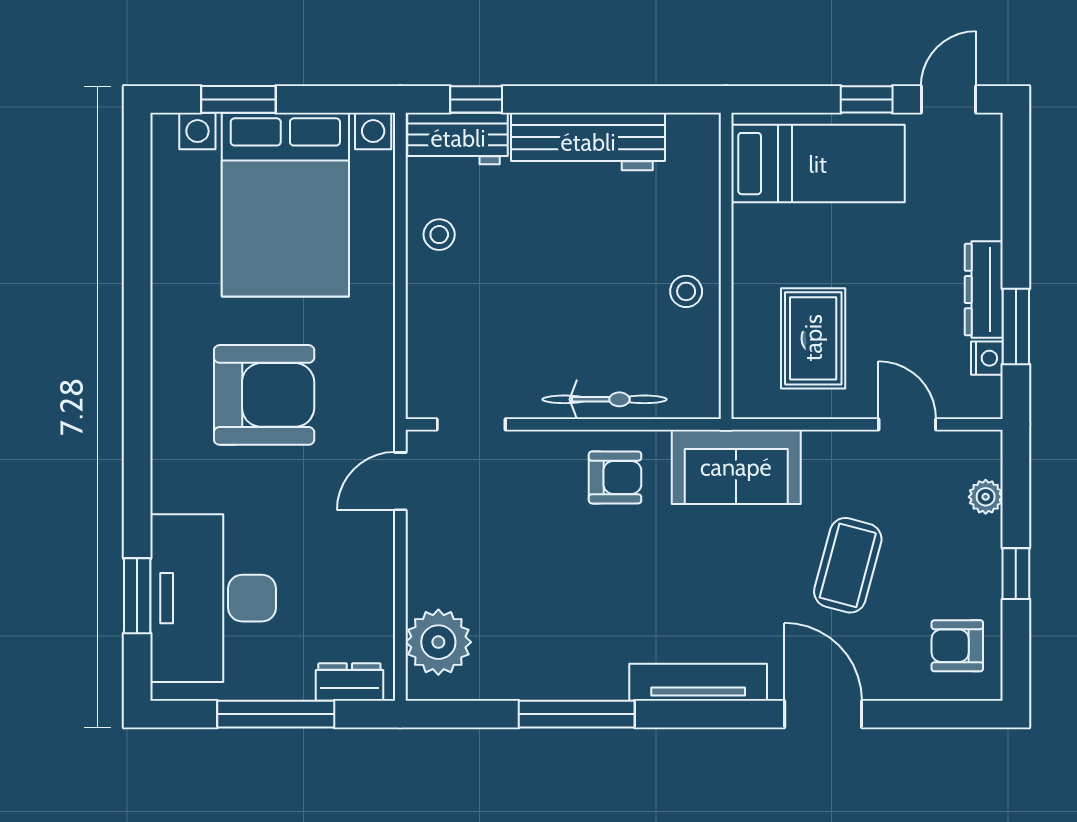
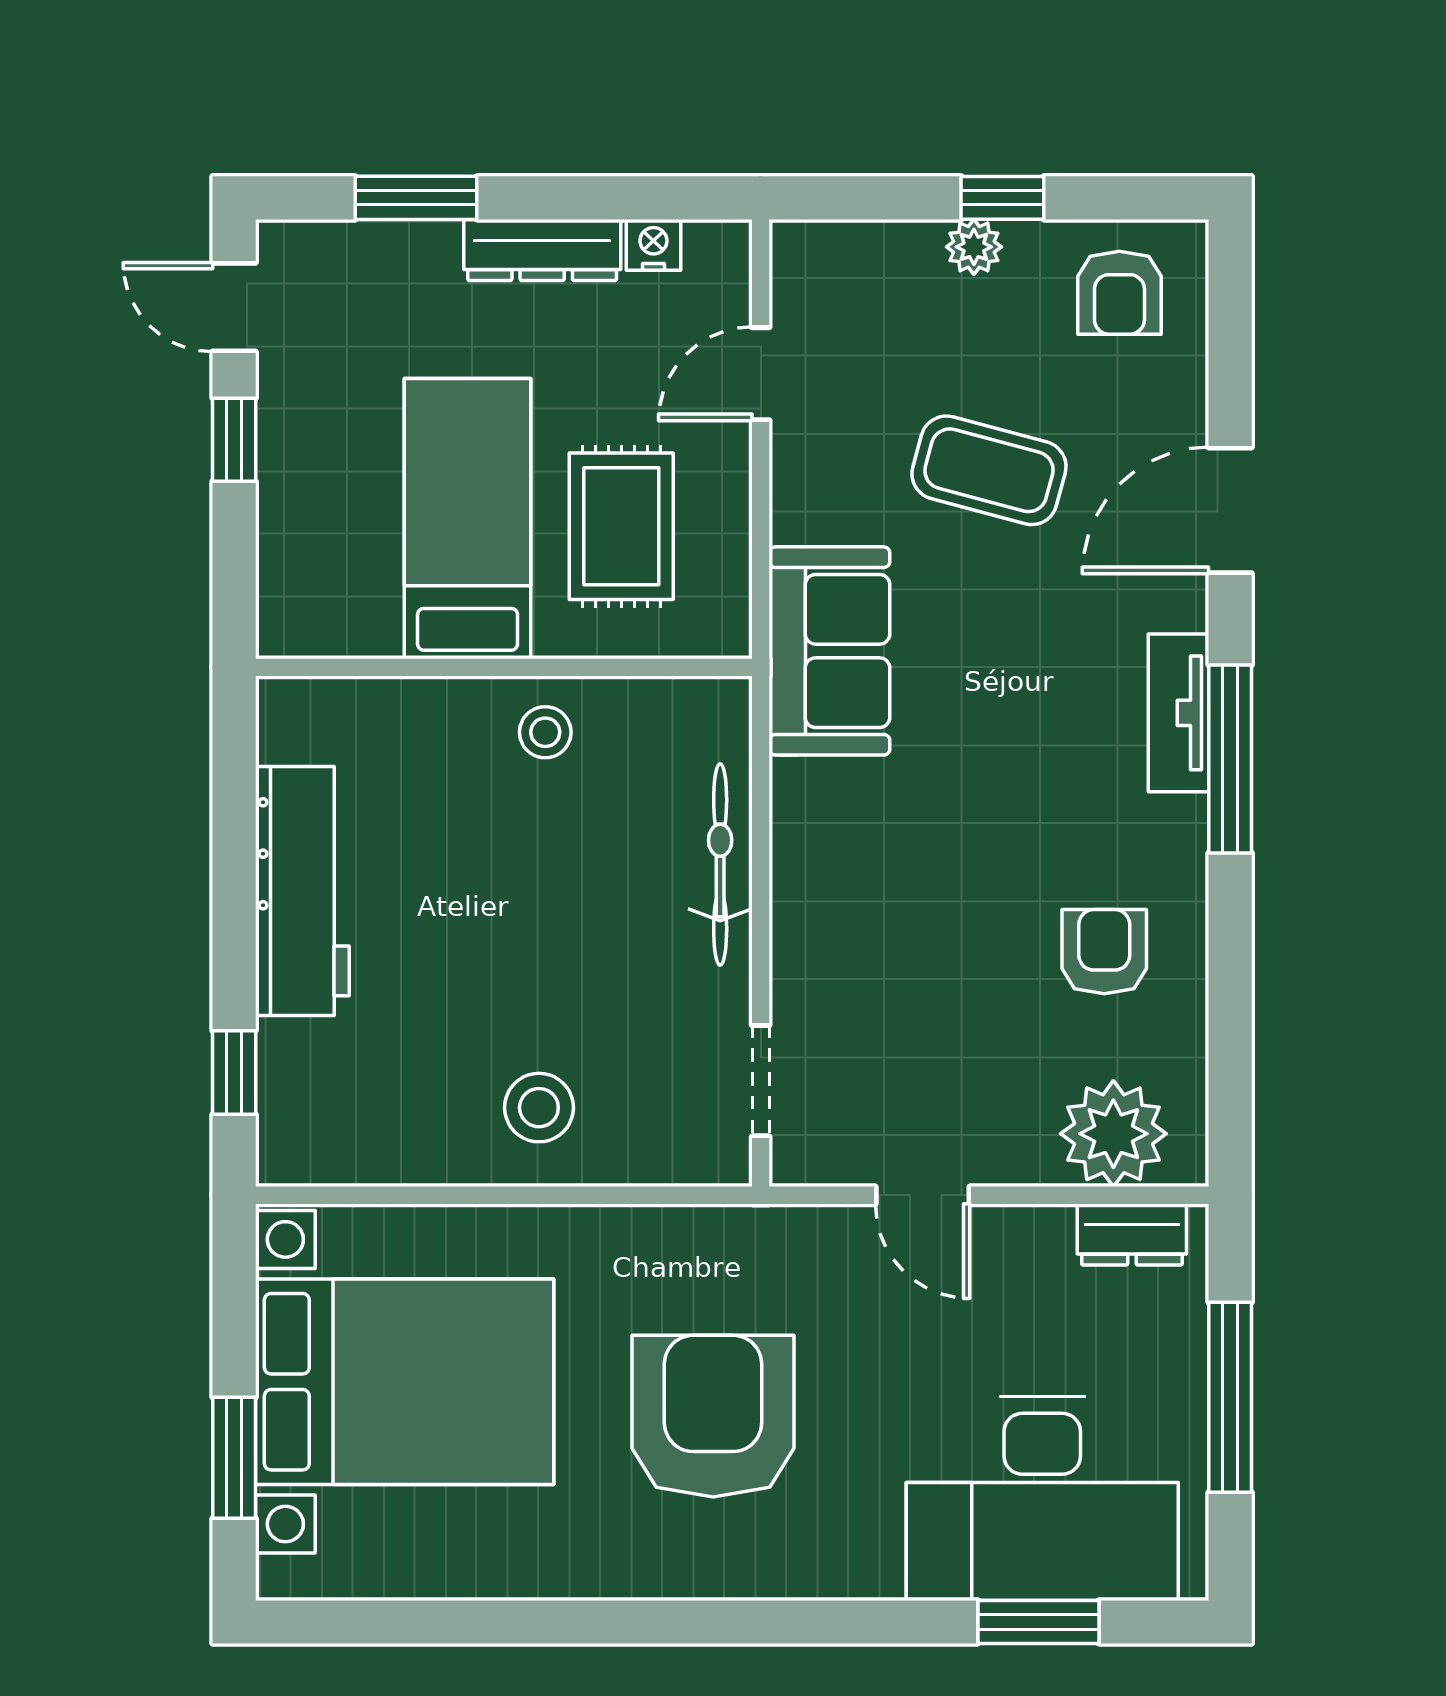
workbench: (458, 138) -> (297, 1103), removed
bed: (818, 164) -> (468, 519), moved
stool: (439, 235) -> (539, 1108), moved, width x1.37, depth x1.37
window: (1016, 326) -> (416, 198), moved
rug: (813, 338) -> (621, 526), turned 90
armchair: (615, 477) -> (1104, 952), moved
door: (400, 481) -> (923, 1195), moved
plant: (986, 497) -> (974, 247), moved
dresser: (349, 682) -> (1132, 1235), moved, turned -90
tv unit: (698, 682) -> (1179, 713), width x0.71
window: (577, 714) -> (1230, 759), moved

